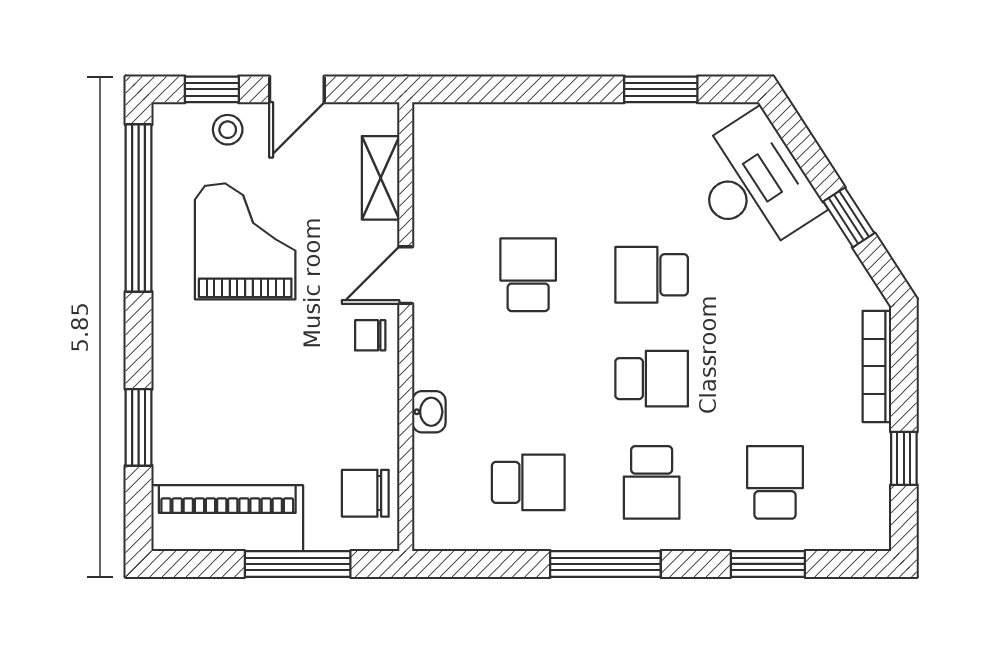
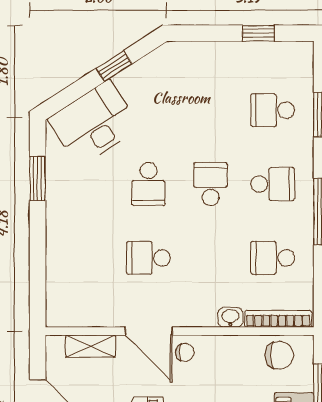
door: (406, 275) -> (149, 331), width x1.38
chair: (370, 335) -> (185, 352), turned -90
bookcase: (877, 366) -> (278, 319), moved, turned 180
school desk: (528, 482) -> (273, 258), turned -90
chair: (365, 493) -> (279, 355), turned -90

